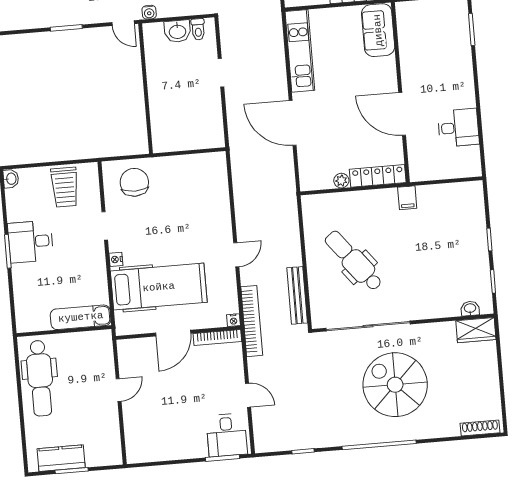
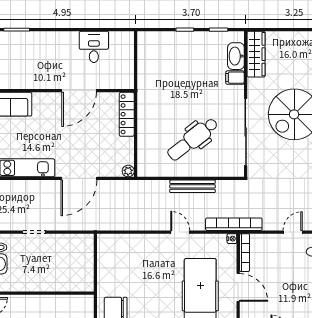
plant: (341, 181) -> (128, 171), moved
filing cabinet: (407, 198) -> (235, 78), moved, turned 180
bench: (297, 295) -> (193, 186), moved
washbasin: (470, 309) -> (236, 56), width x1.91, depth x1.45
wardrobe: (476, 330) -> (256, 54), width x1.50

